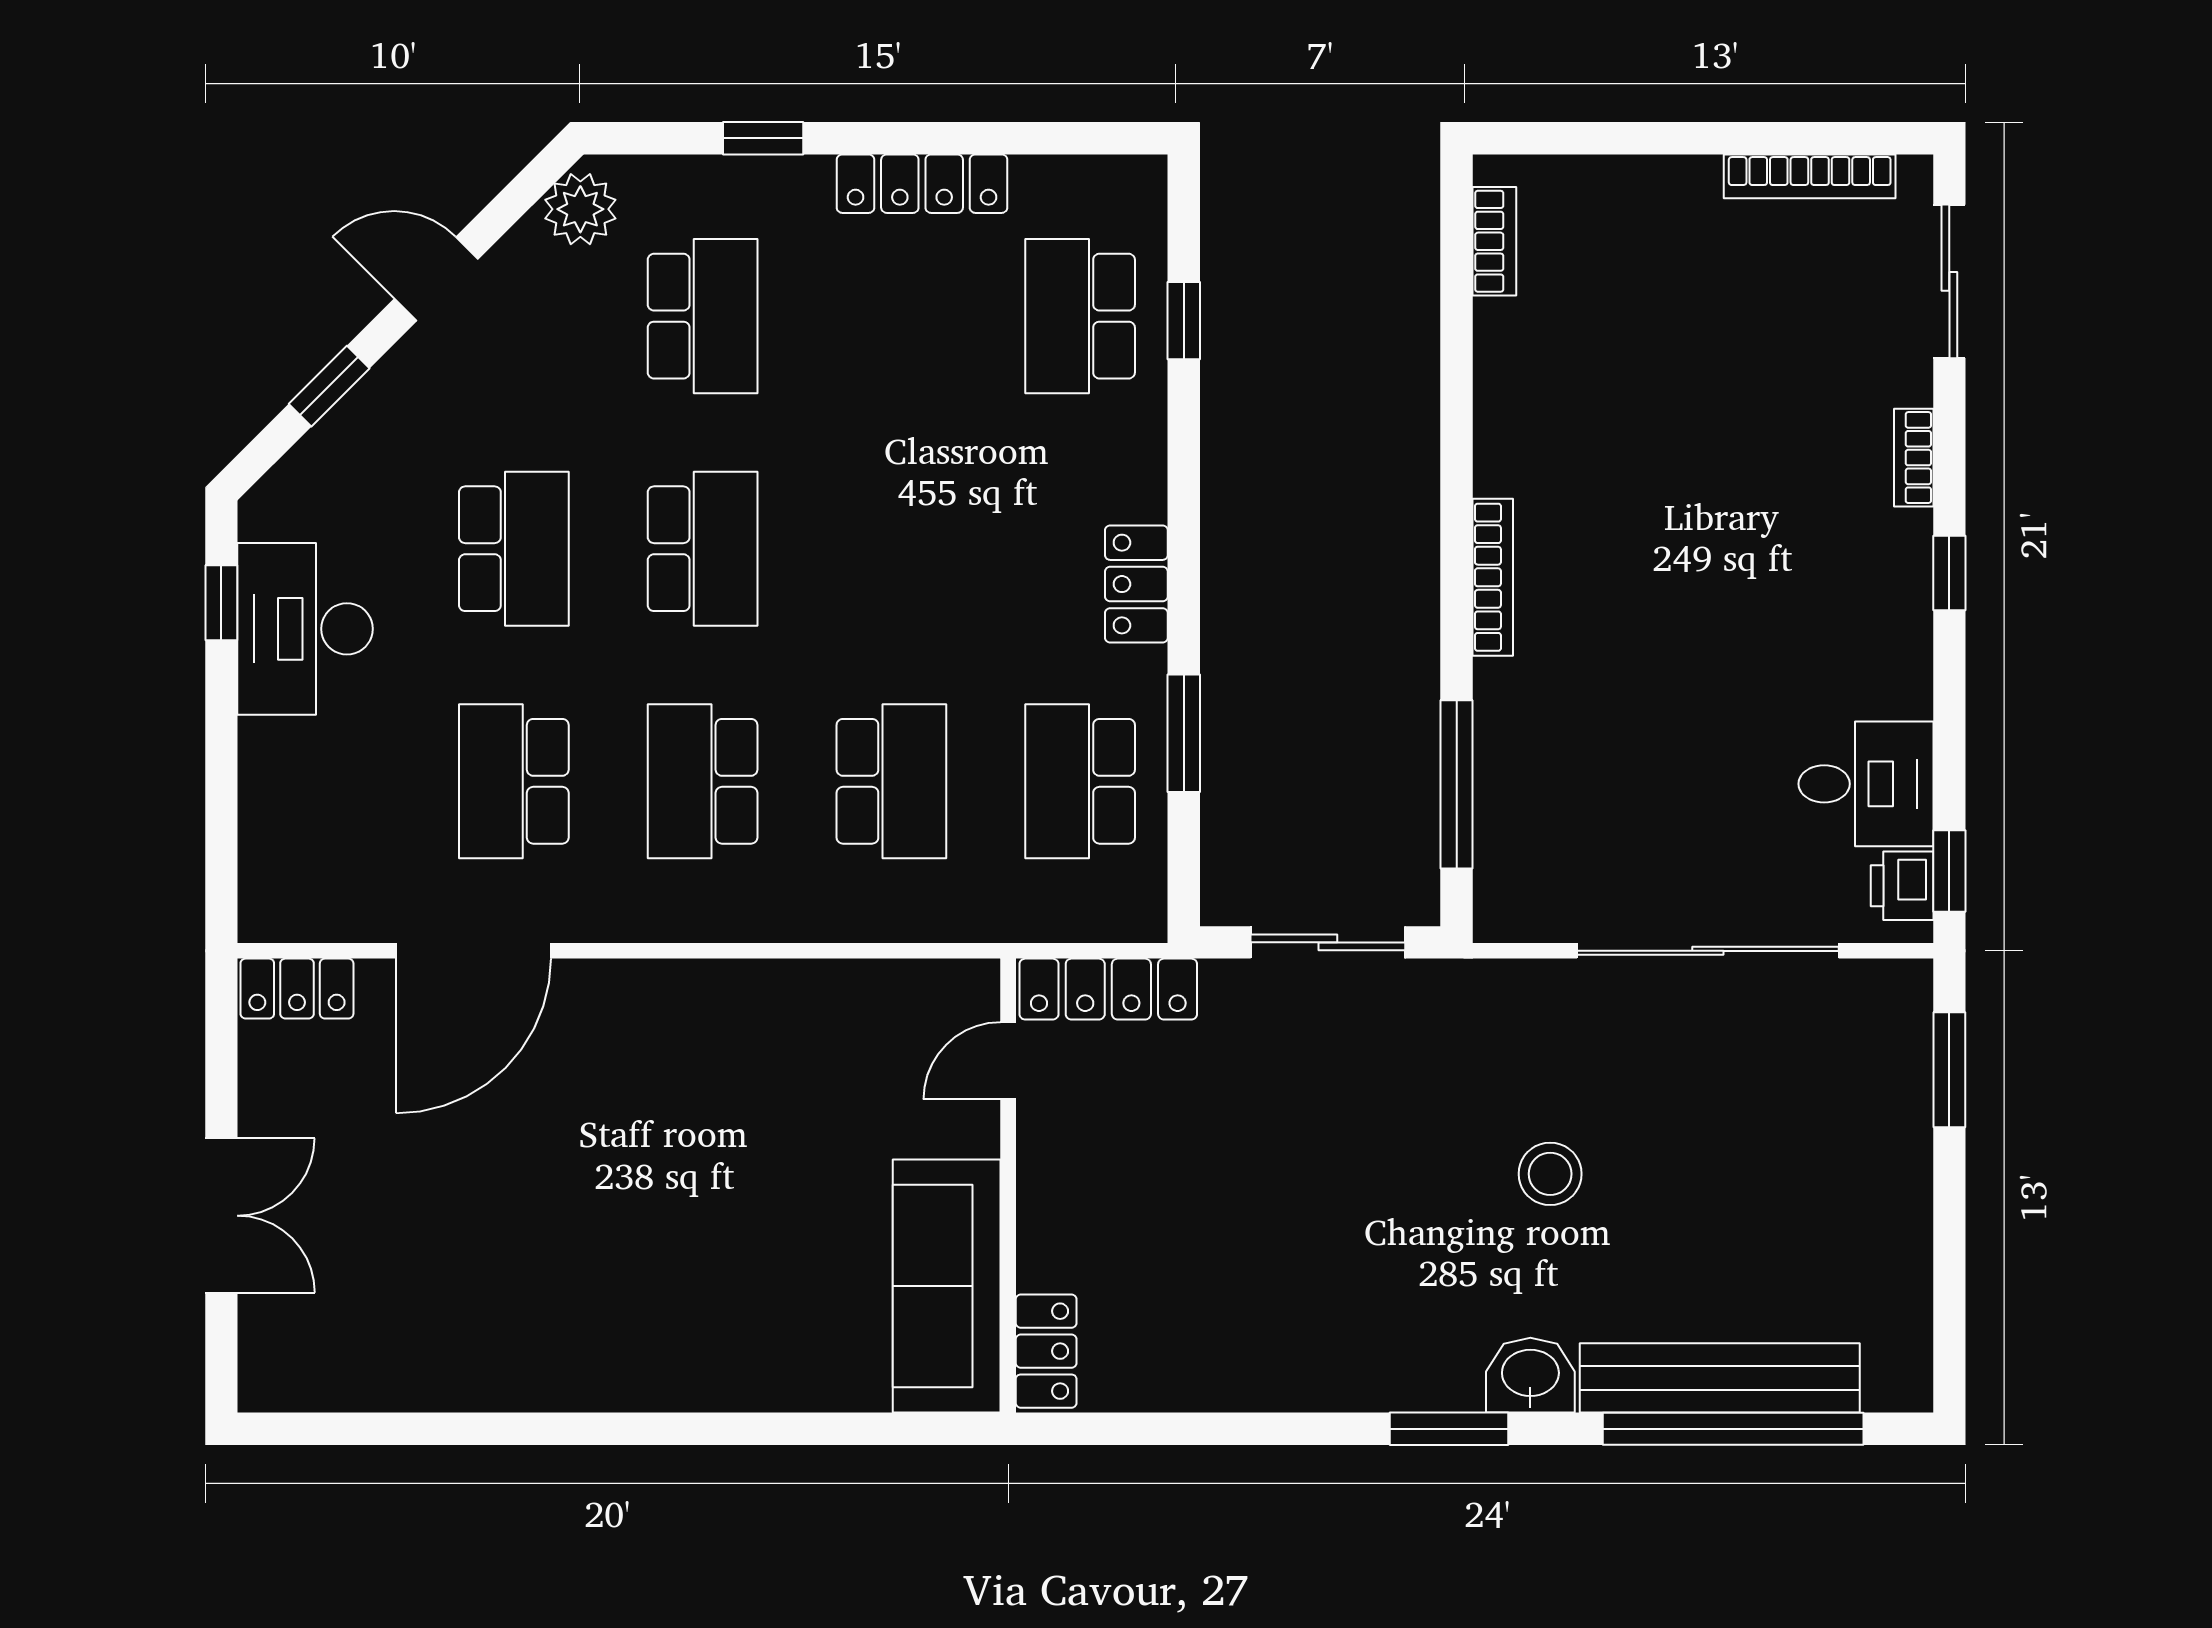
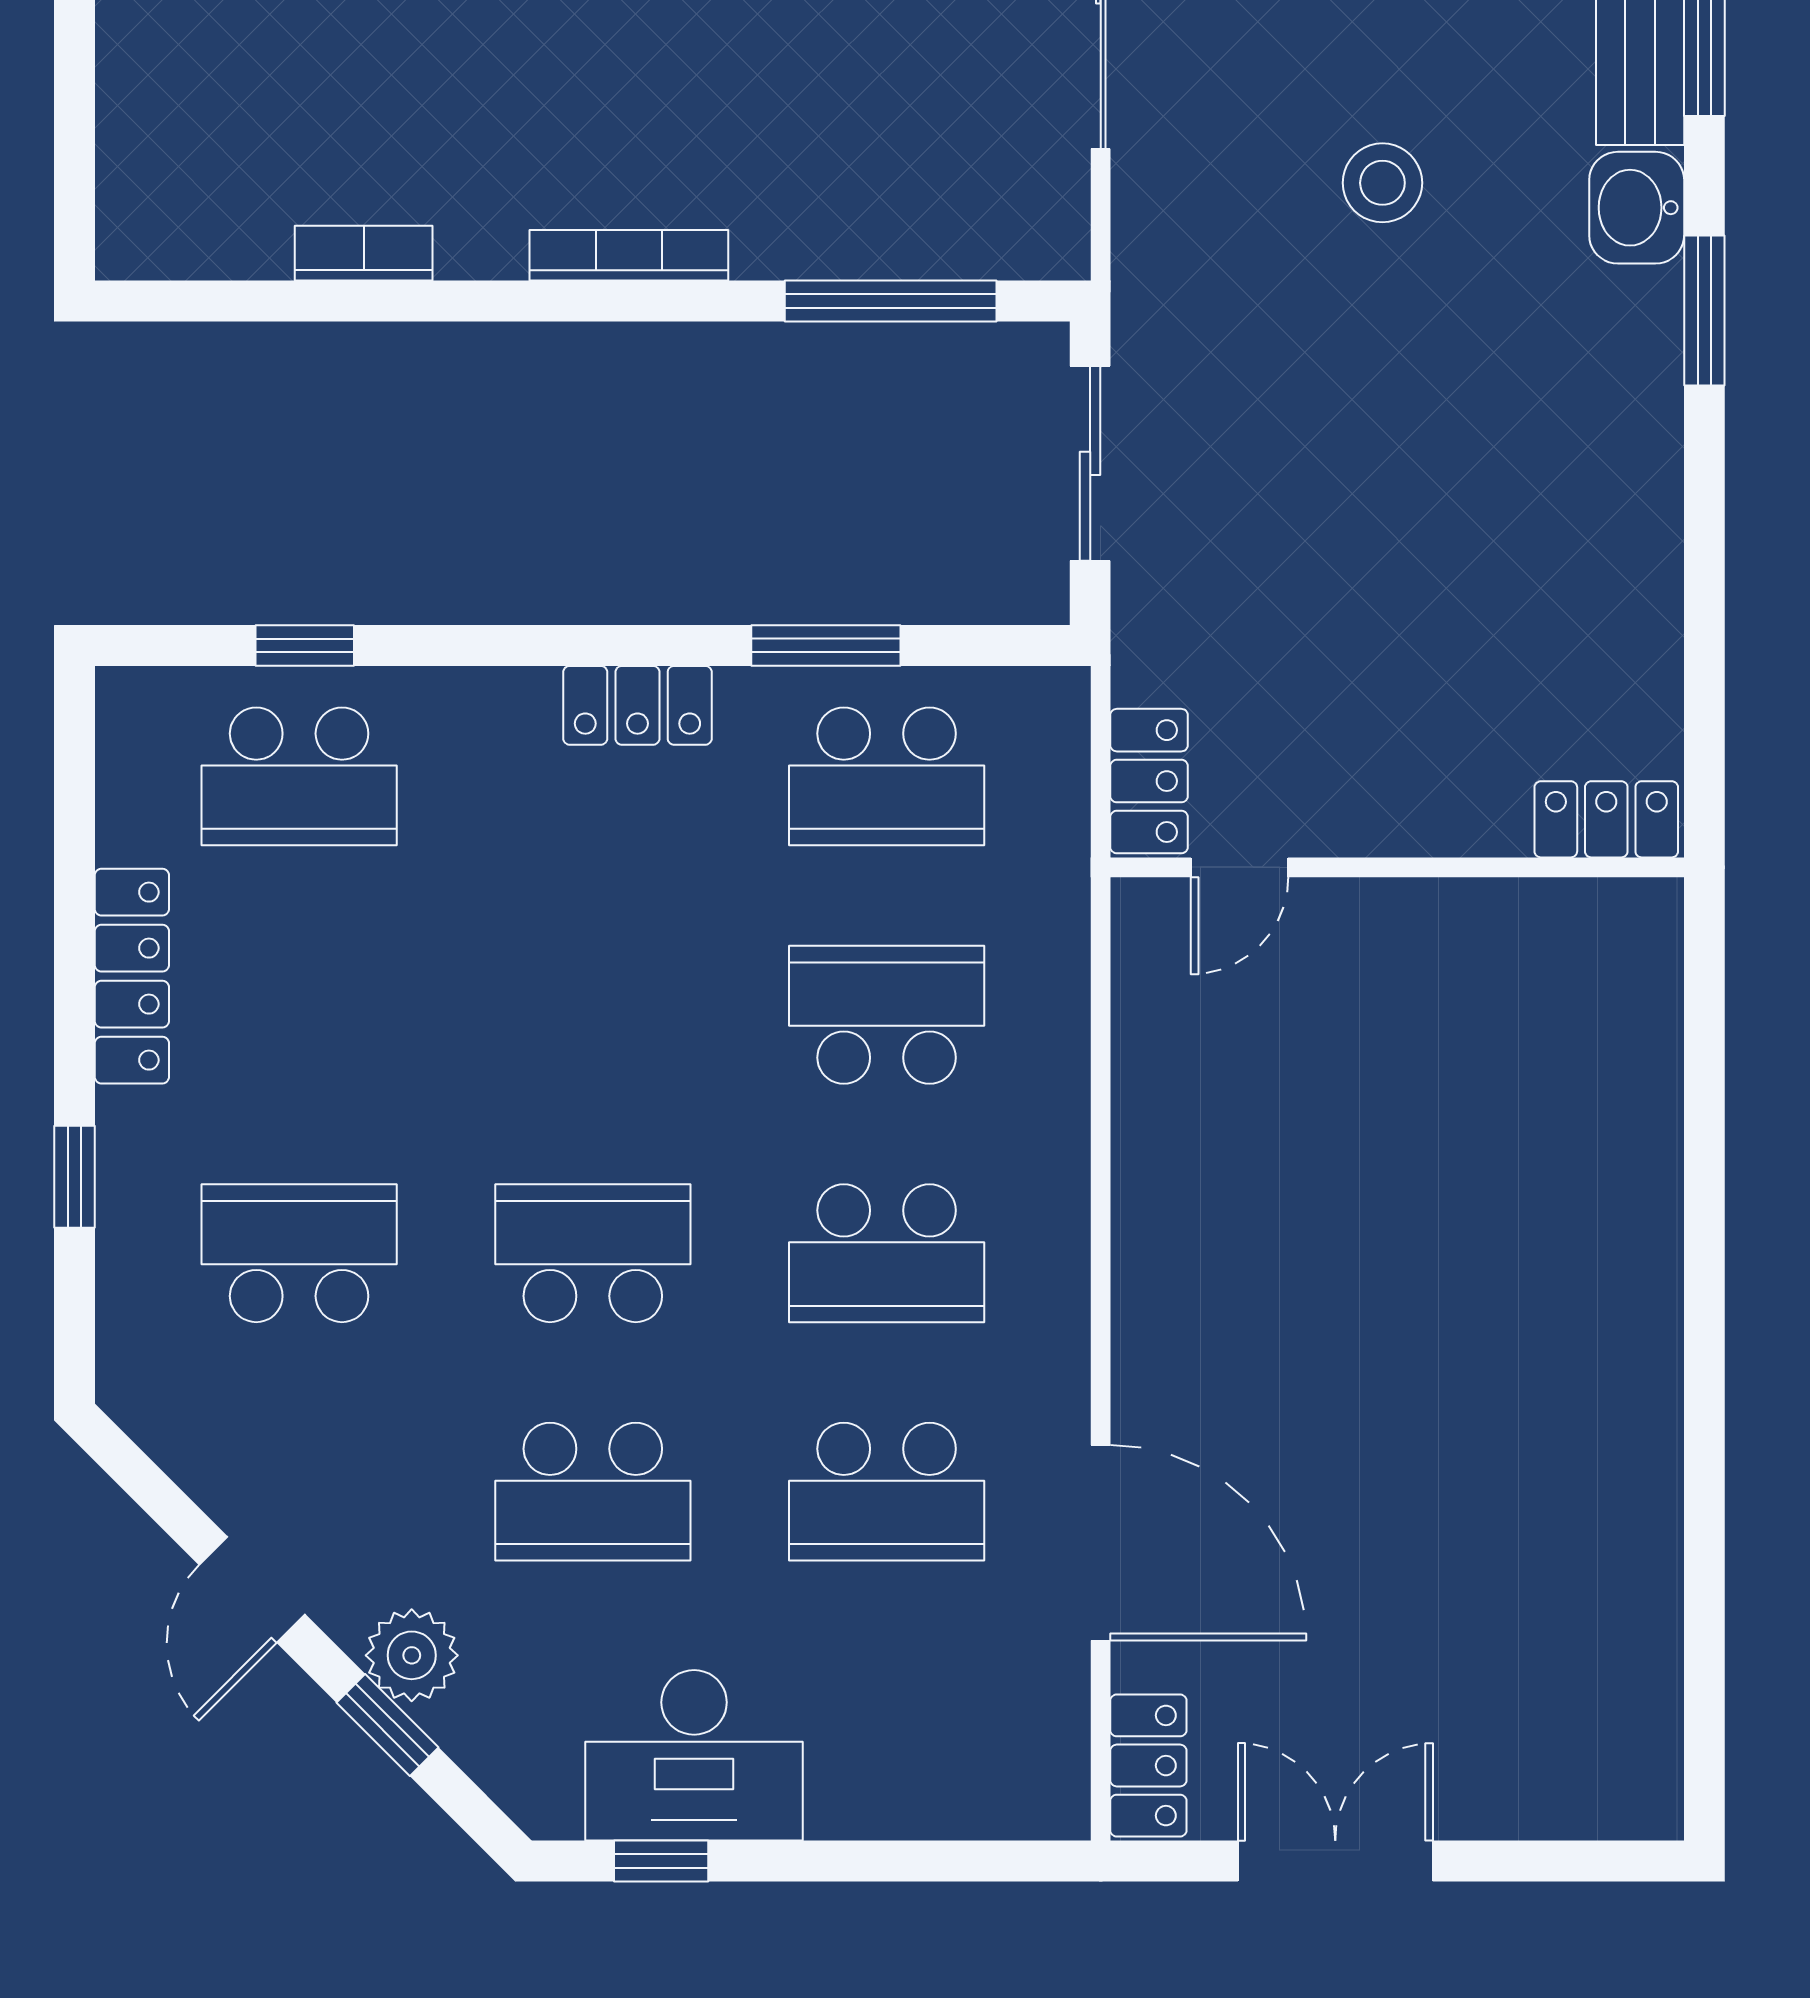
plant: (580, 209) -> (412, 1655), moved
bookcase: (1494, 241) -> (364, 253), moved
school desk: (514, 549) -> (593, 1492), turned 180
locker: (1108, 989) -> (1149, 781), width x0.66
door: (1008, 1061) -> (1240, 867), hinge flipped
double door: (221, 1216) -> (1335, 1861), moved
sofa: (947, 1286) -> (1524, 945), removed

